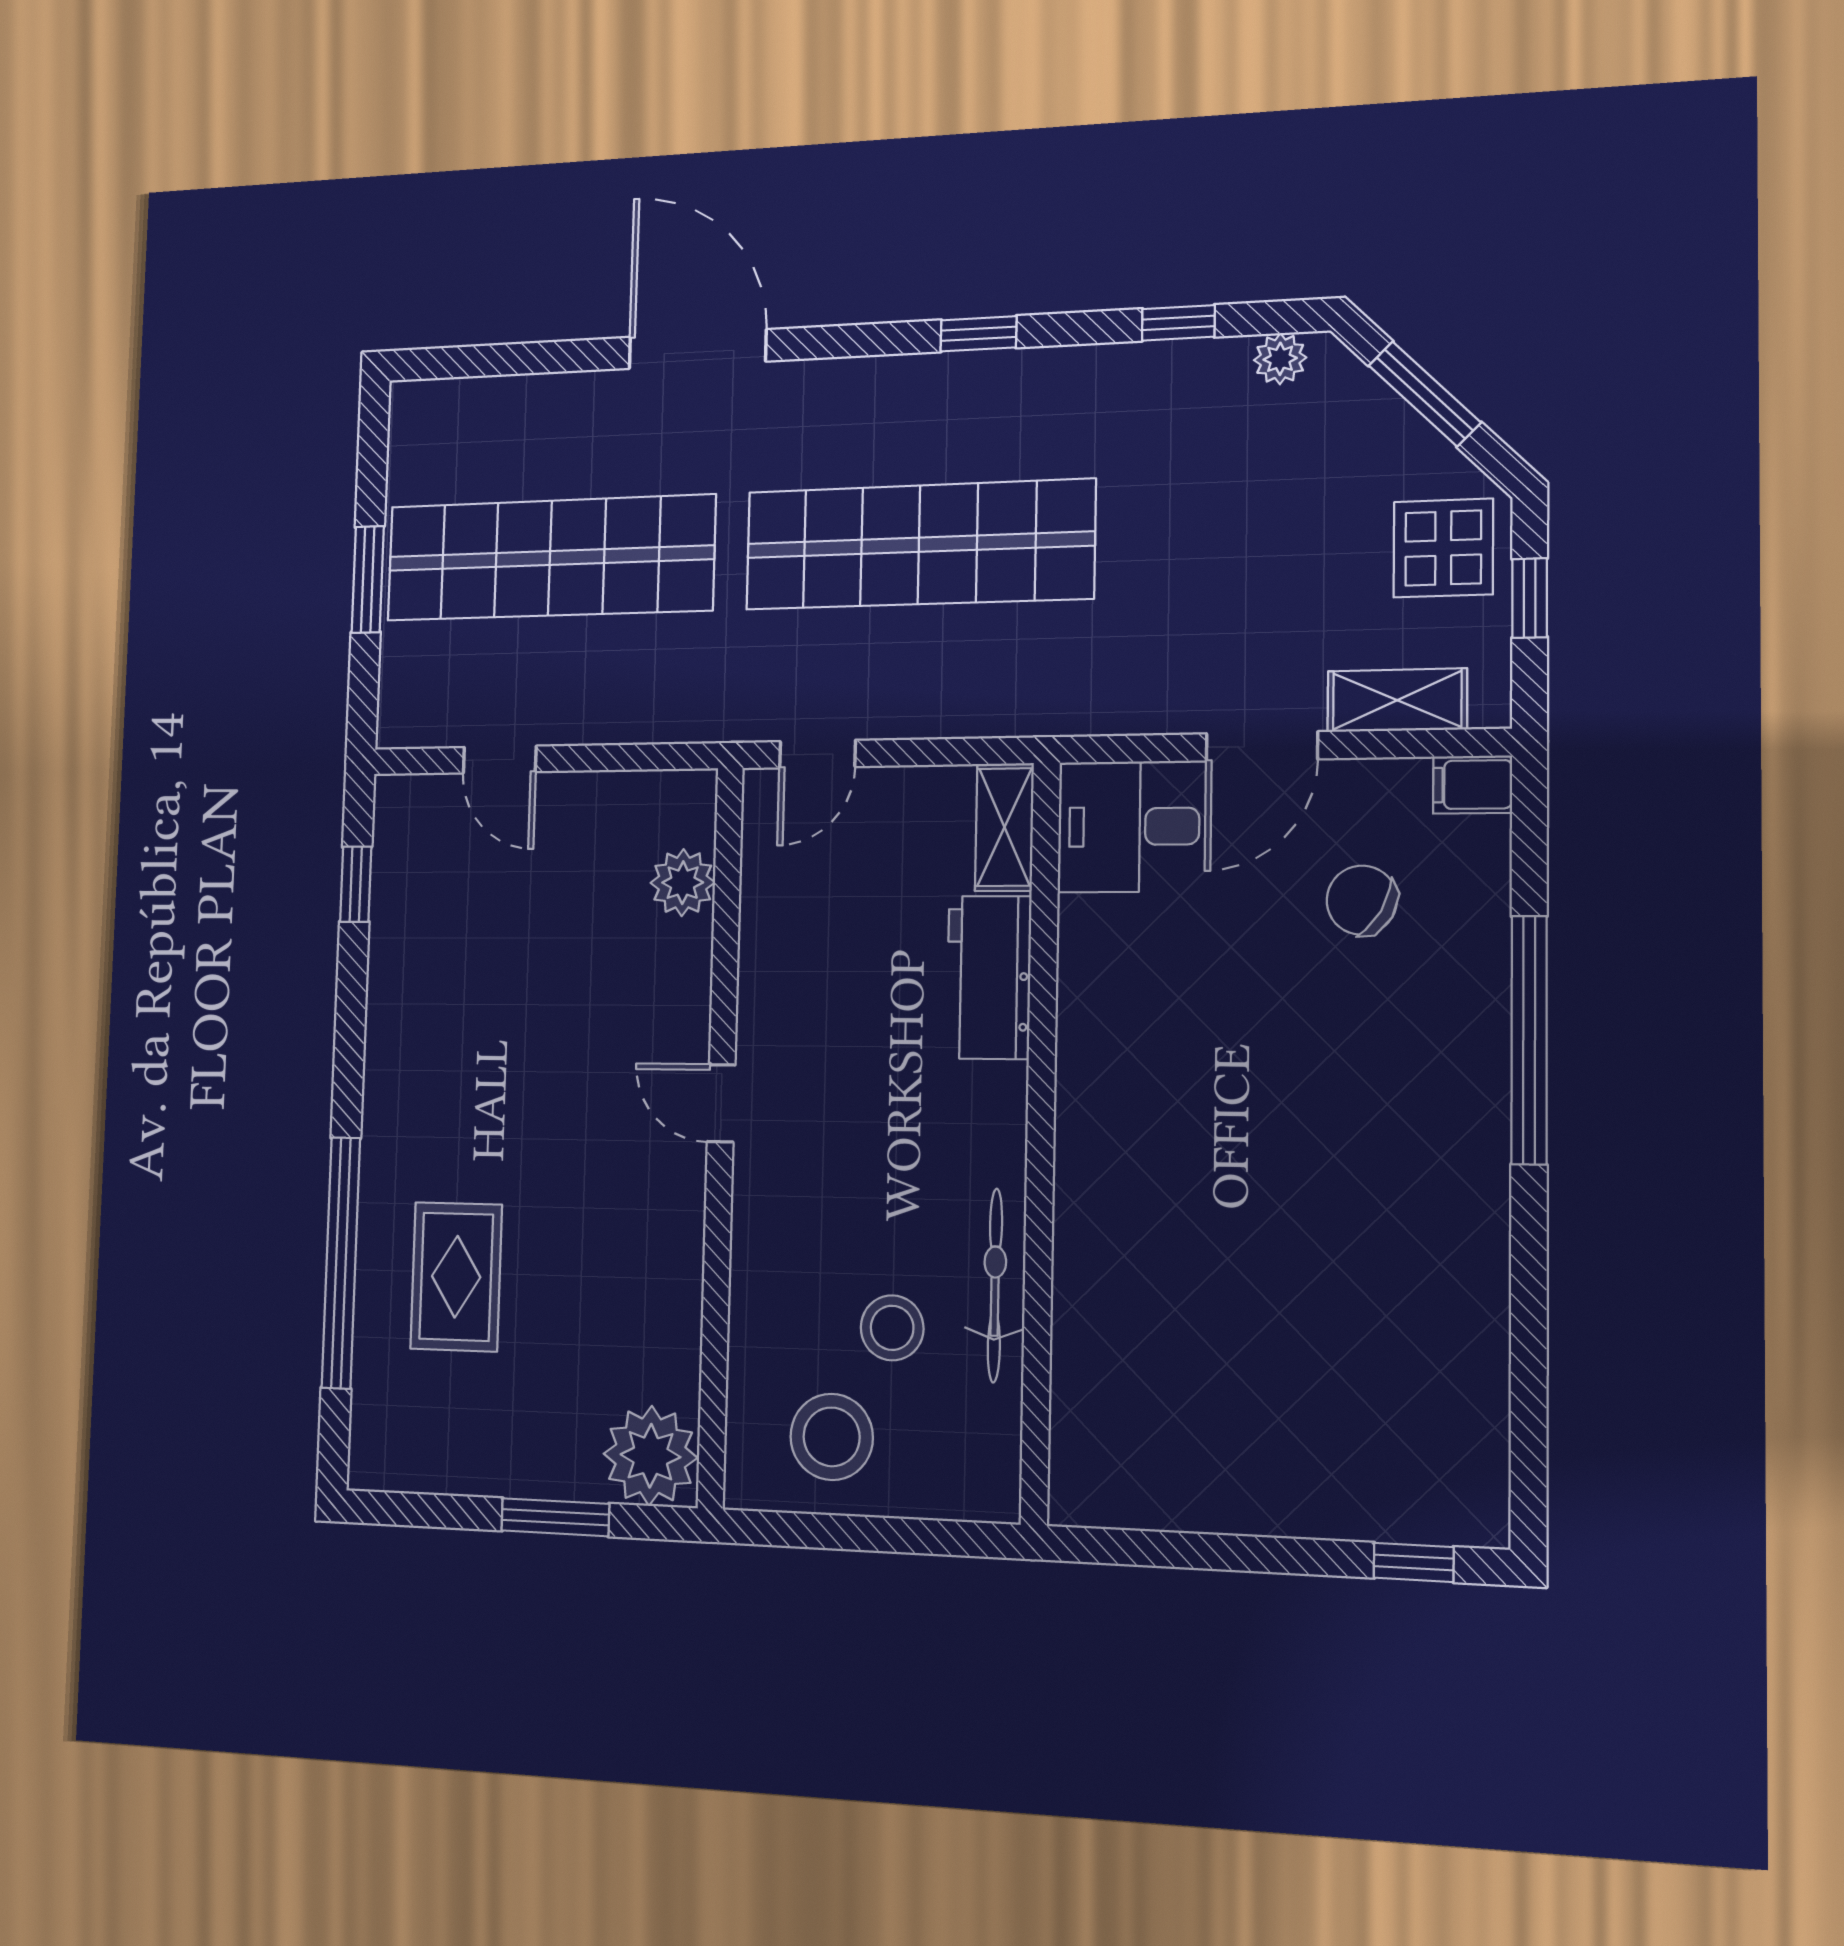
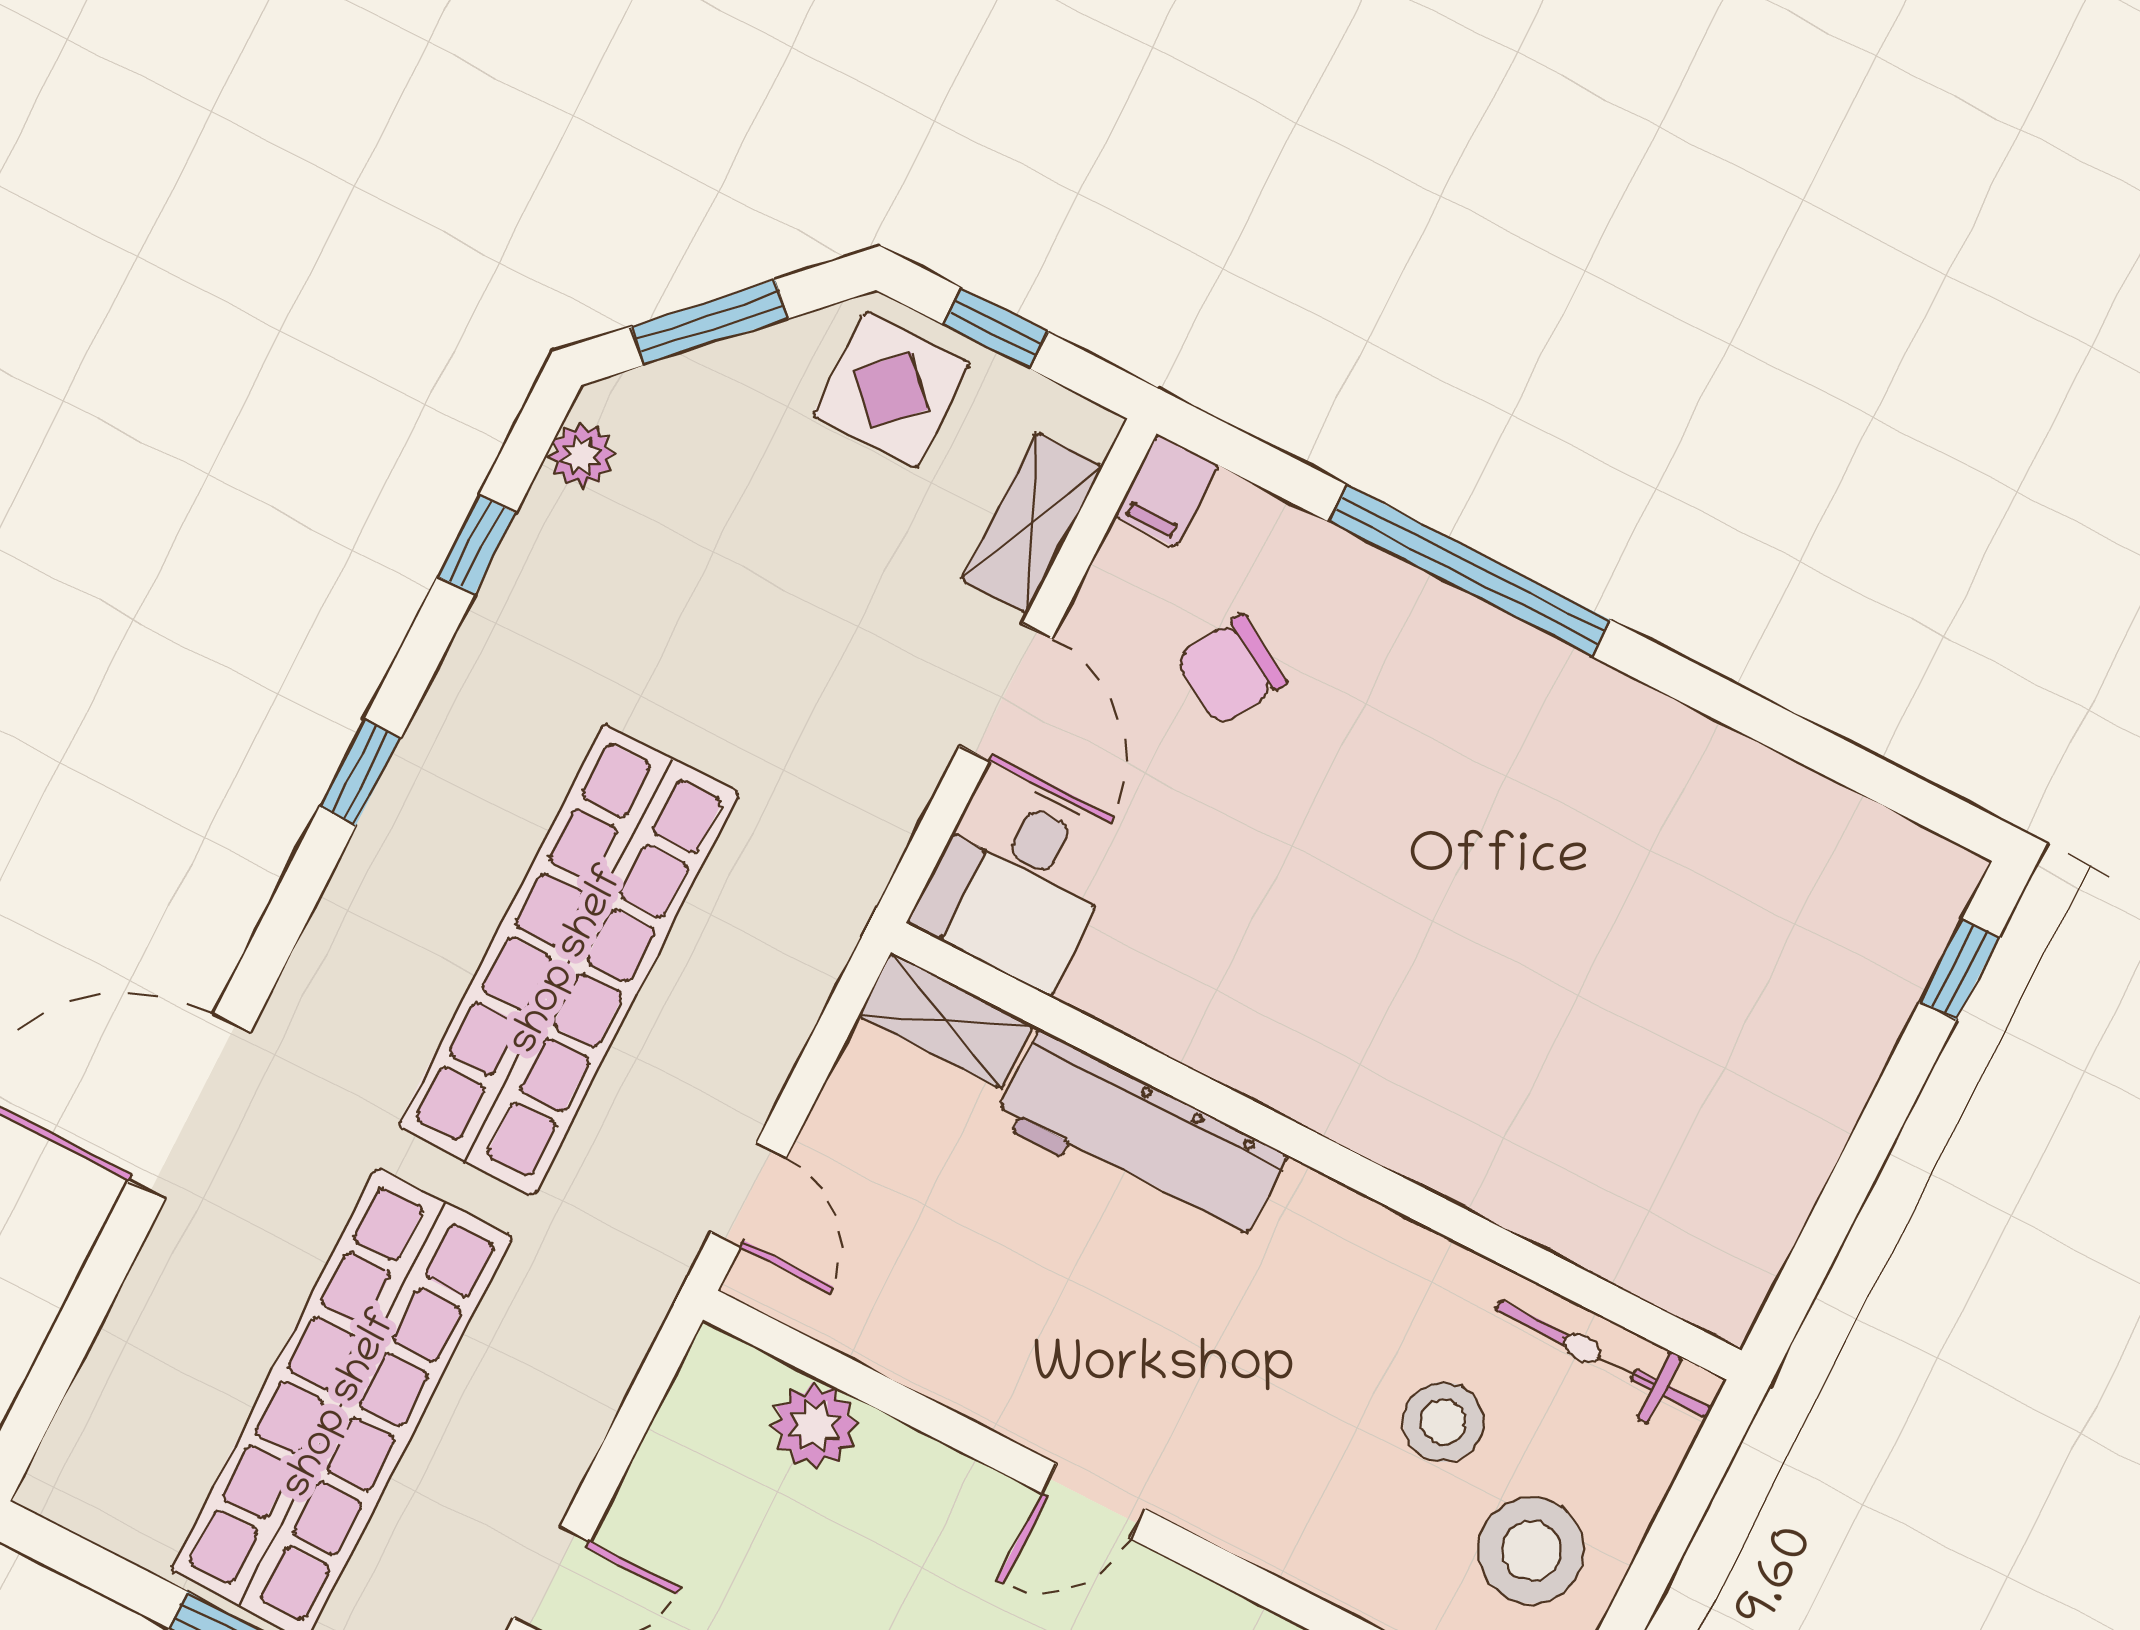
workbench: (989, 977) -> (1140, 1139), width x1.37
bicycle: (995, 1285) -> (1603, 1359), moved

